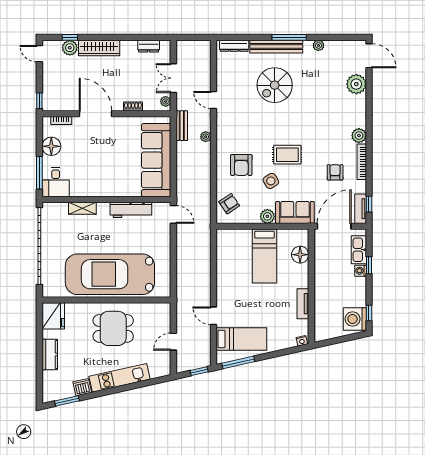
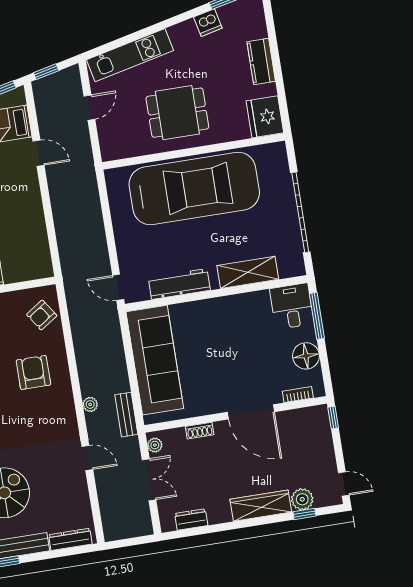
shelving: (82, 208) -> (248, 272), width x1.50, depth x1.33
garage door: (39, 246) -> (300, 212), width x0.73
kitchen unit: (120, 378) -> (130, 55), moved

